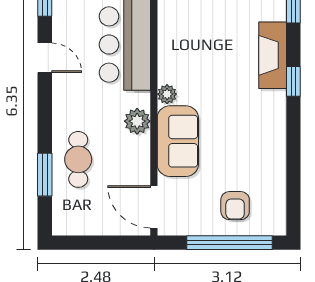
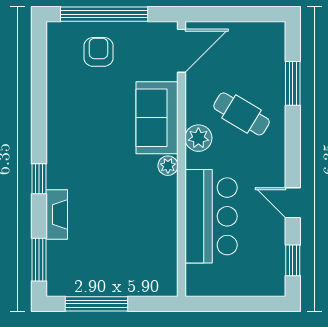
fireplace: (273, 55) -> (57, 214), width x0.73, depth x0.76
cafe table: (78, 159) -> (242, 114), moved, turned -59
door: (154, 207) -> (181, 51), hinge flipped

